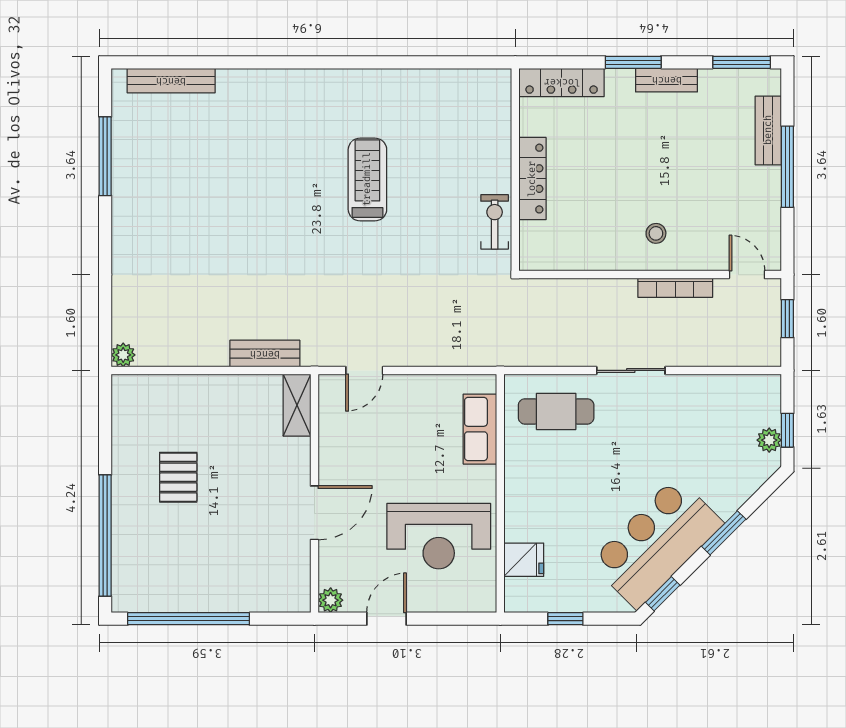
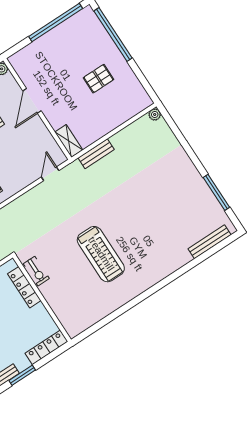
treadmill: (367, 179) -> (101, 254), width x1.37, depth x1.38
locker: (532, 179) -> (24, 287), moved
pallet: (178, 477) -> (99, 79), turned 90

